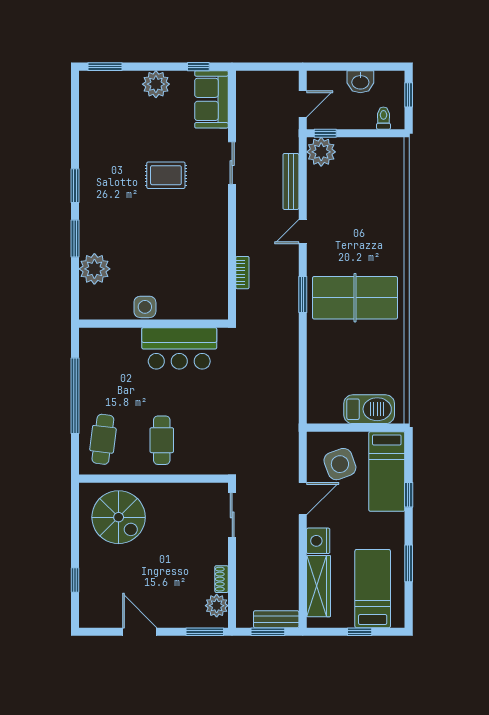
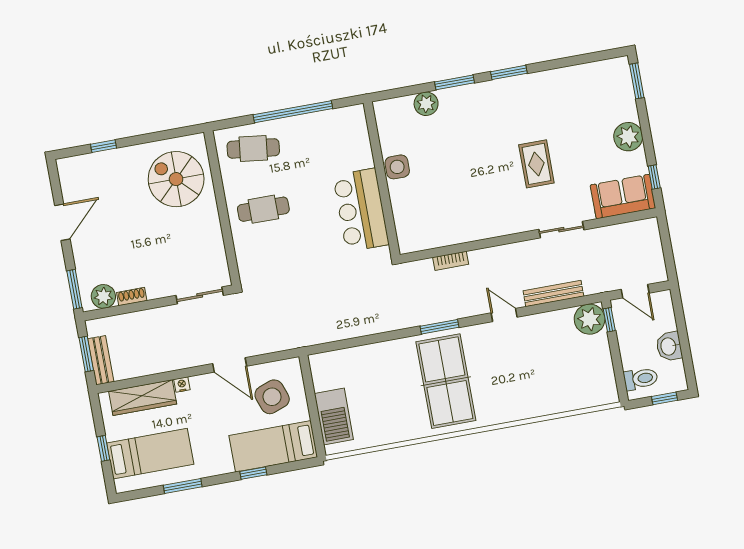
toilet: (383, 118) -> (641, 379), width x1.37, depth x1.39
plant: (94, 269) -> (426, 104), width x0.73, depth x0.73
spiral stairs: (119, 517) -> (176, 179), turned 90
nightstand: (318, 541) -> (182, 385), width x0.53, depth x0.56

